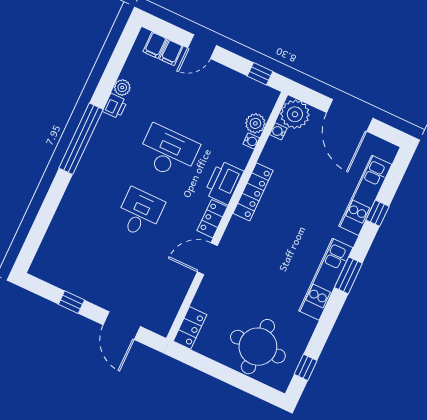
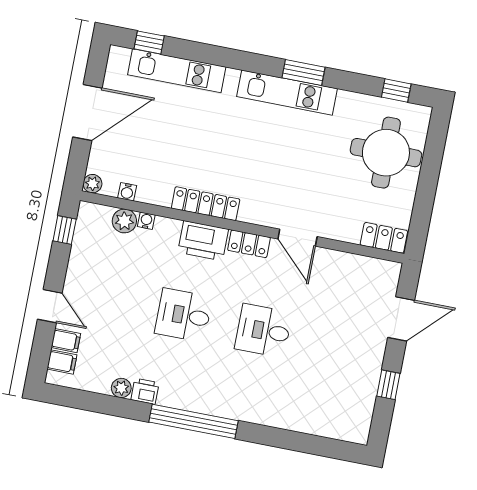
plant: (295, 114) -> (92, 184), width x0.53, depth x0.53
desk: (168, 152) -> (184, 315), width x0.73
window: (377, 213) -> (149, 42), moved
window: (348, 275) -> (304, 72), moved

